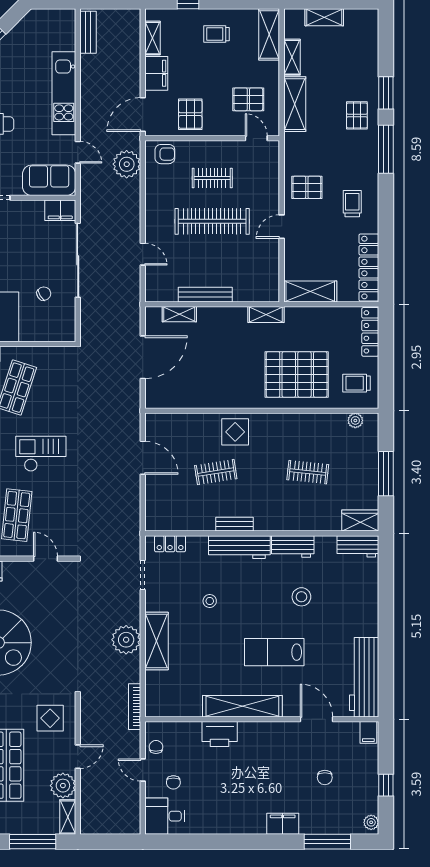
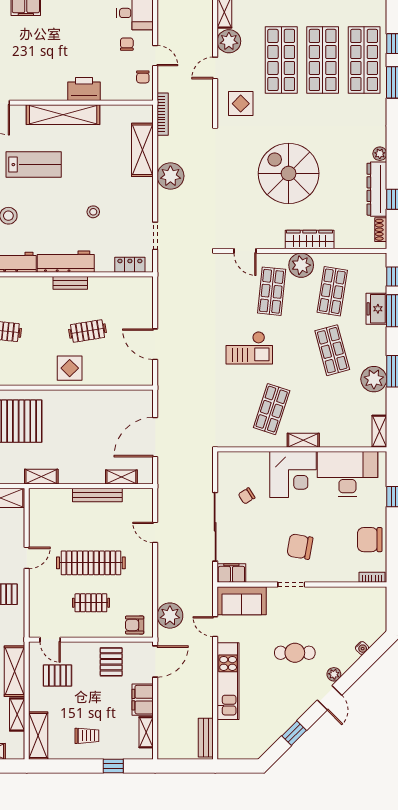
shelving: (156, 641) -> (142, 150), moved

